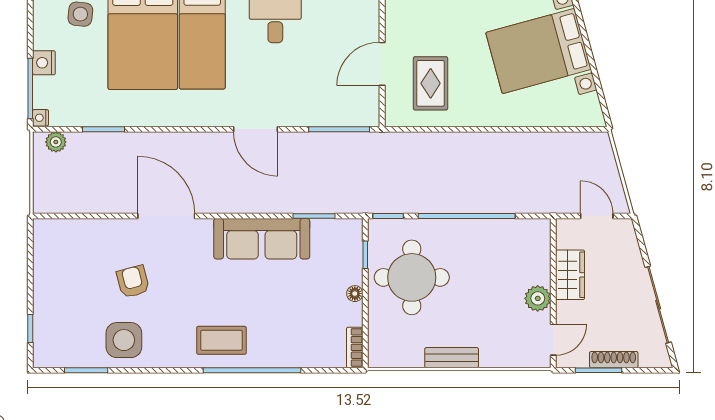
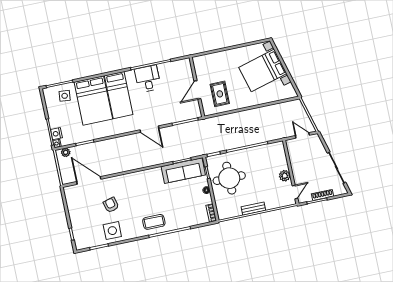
nightstand: (44, 63) -> (56, 134), moved
door: (166, 216) -> (89, 180), moved
sofa: (262, 239) -> (183, 171), moved
wardrobe: (570, 275) -> (296, 163), removed

